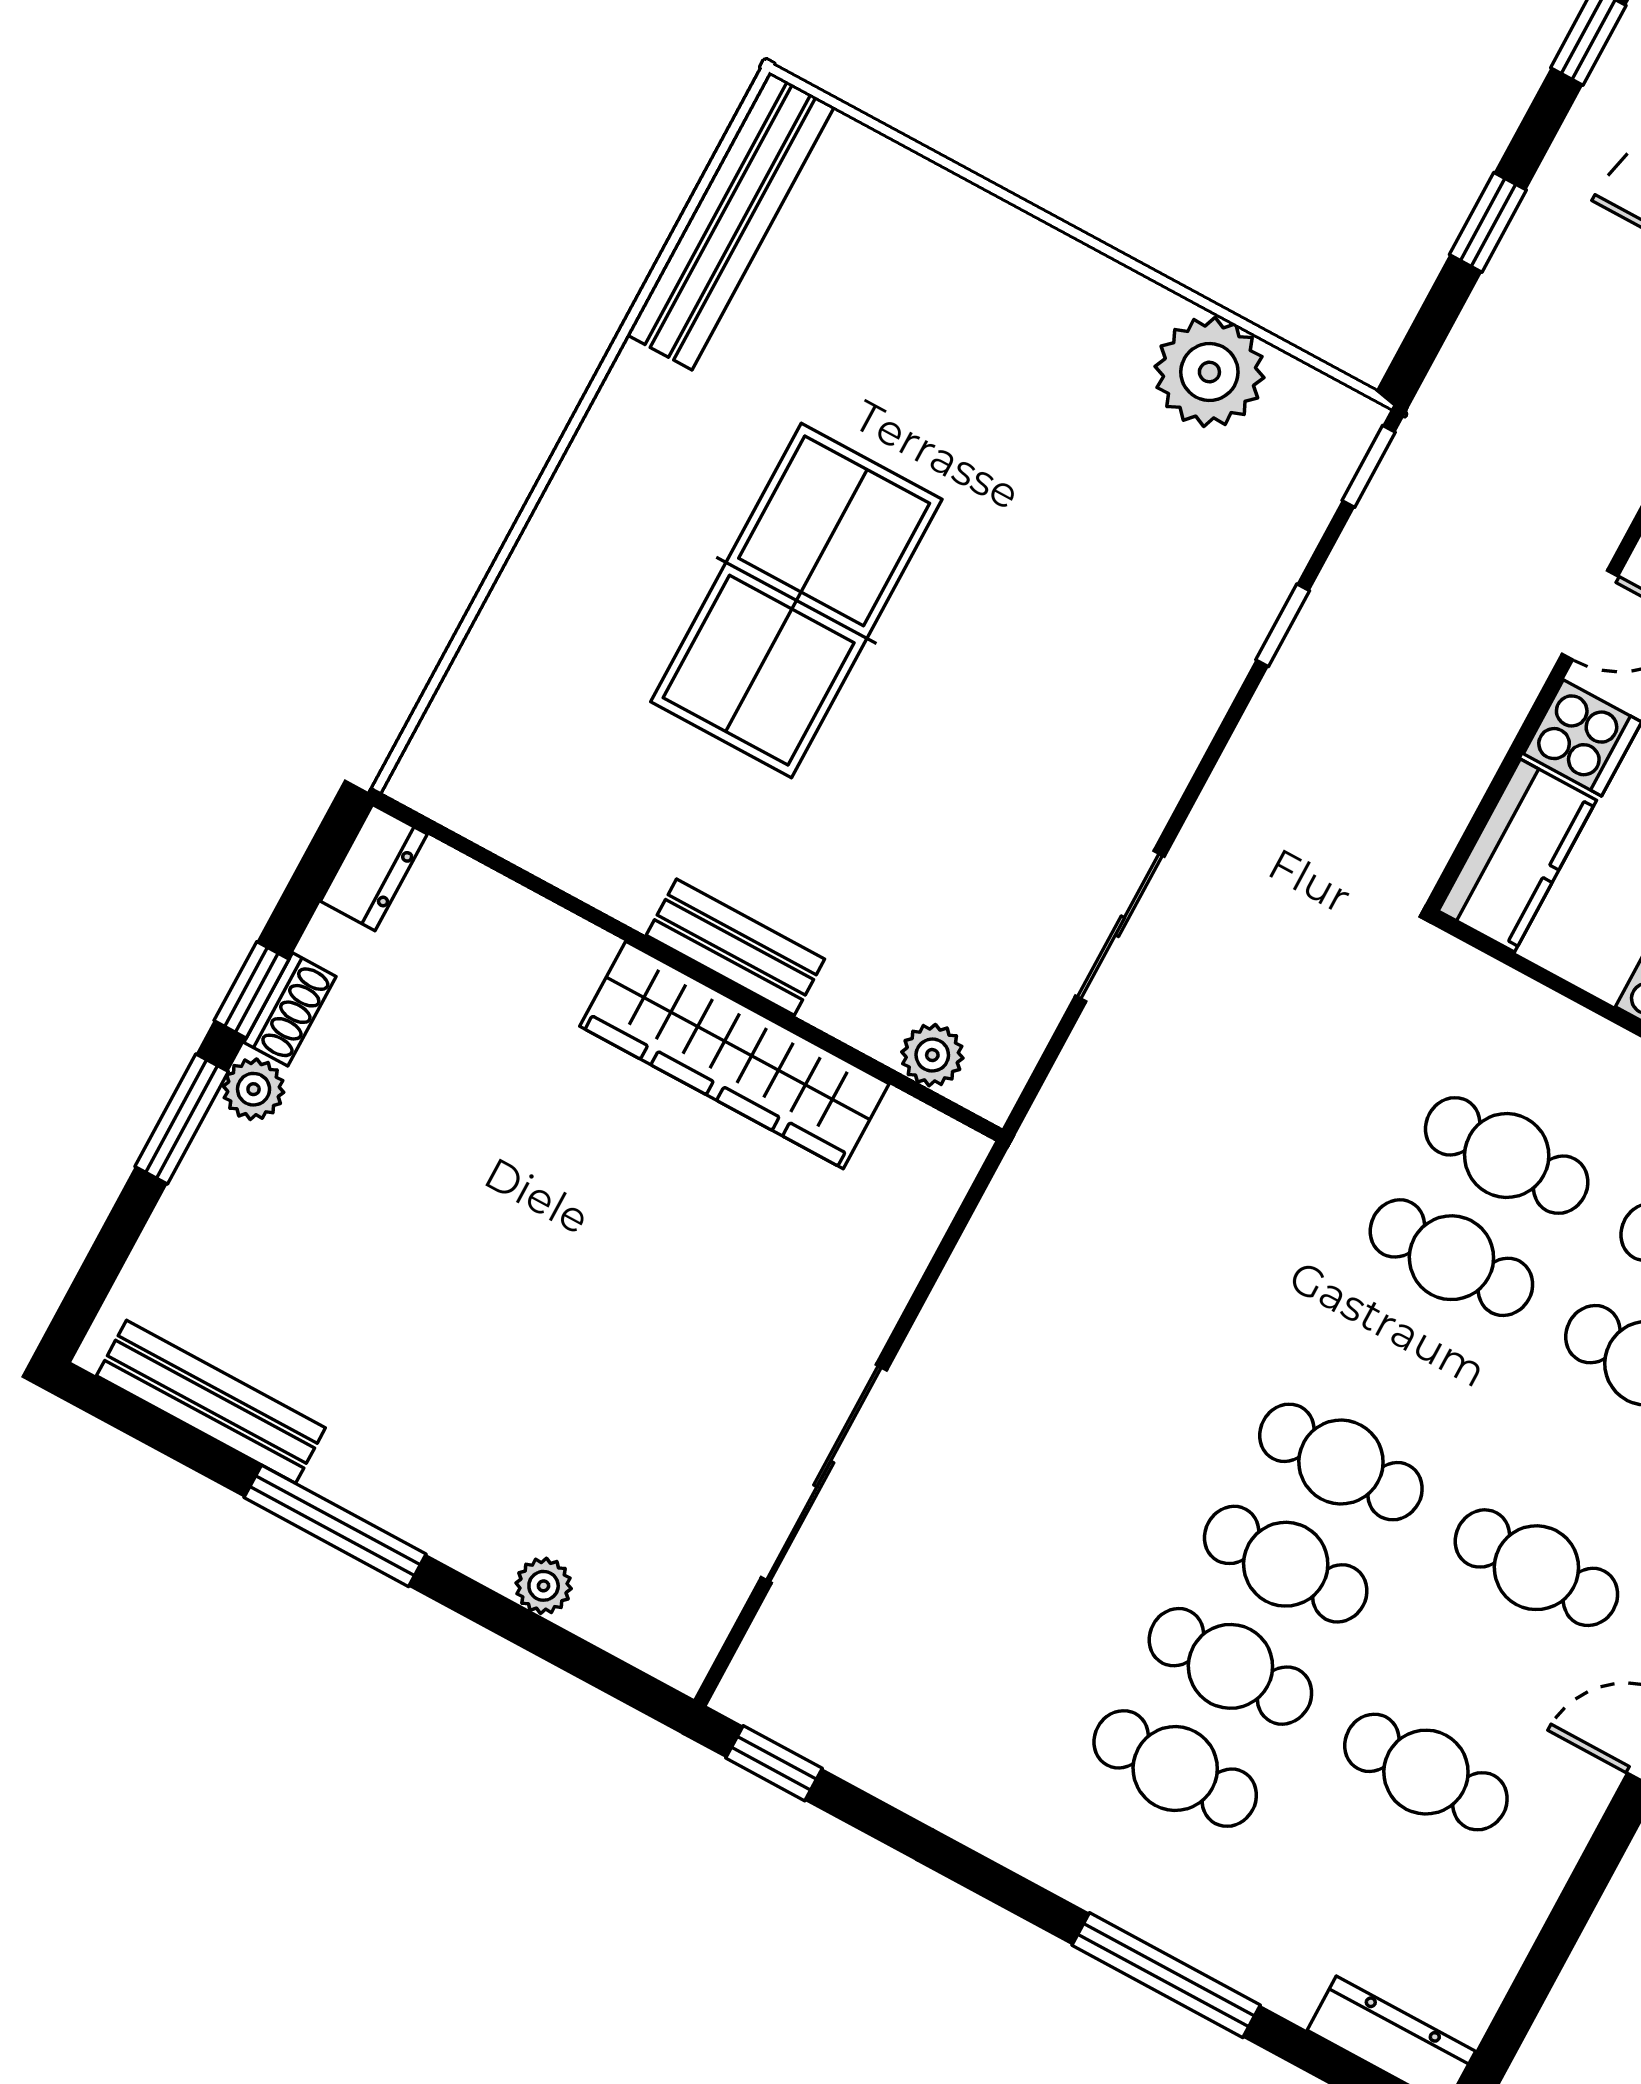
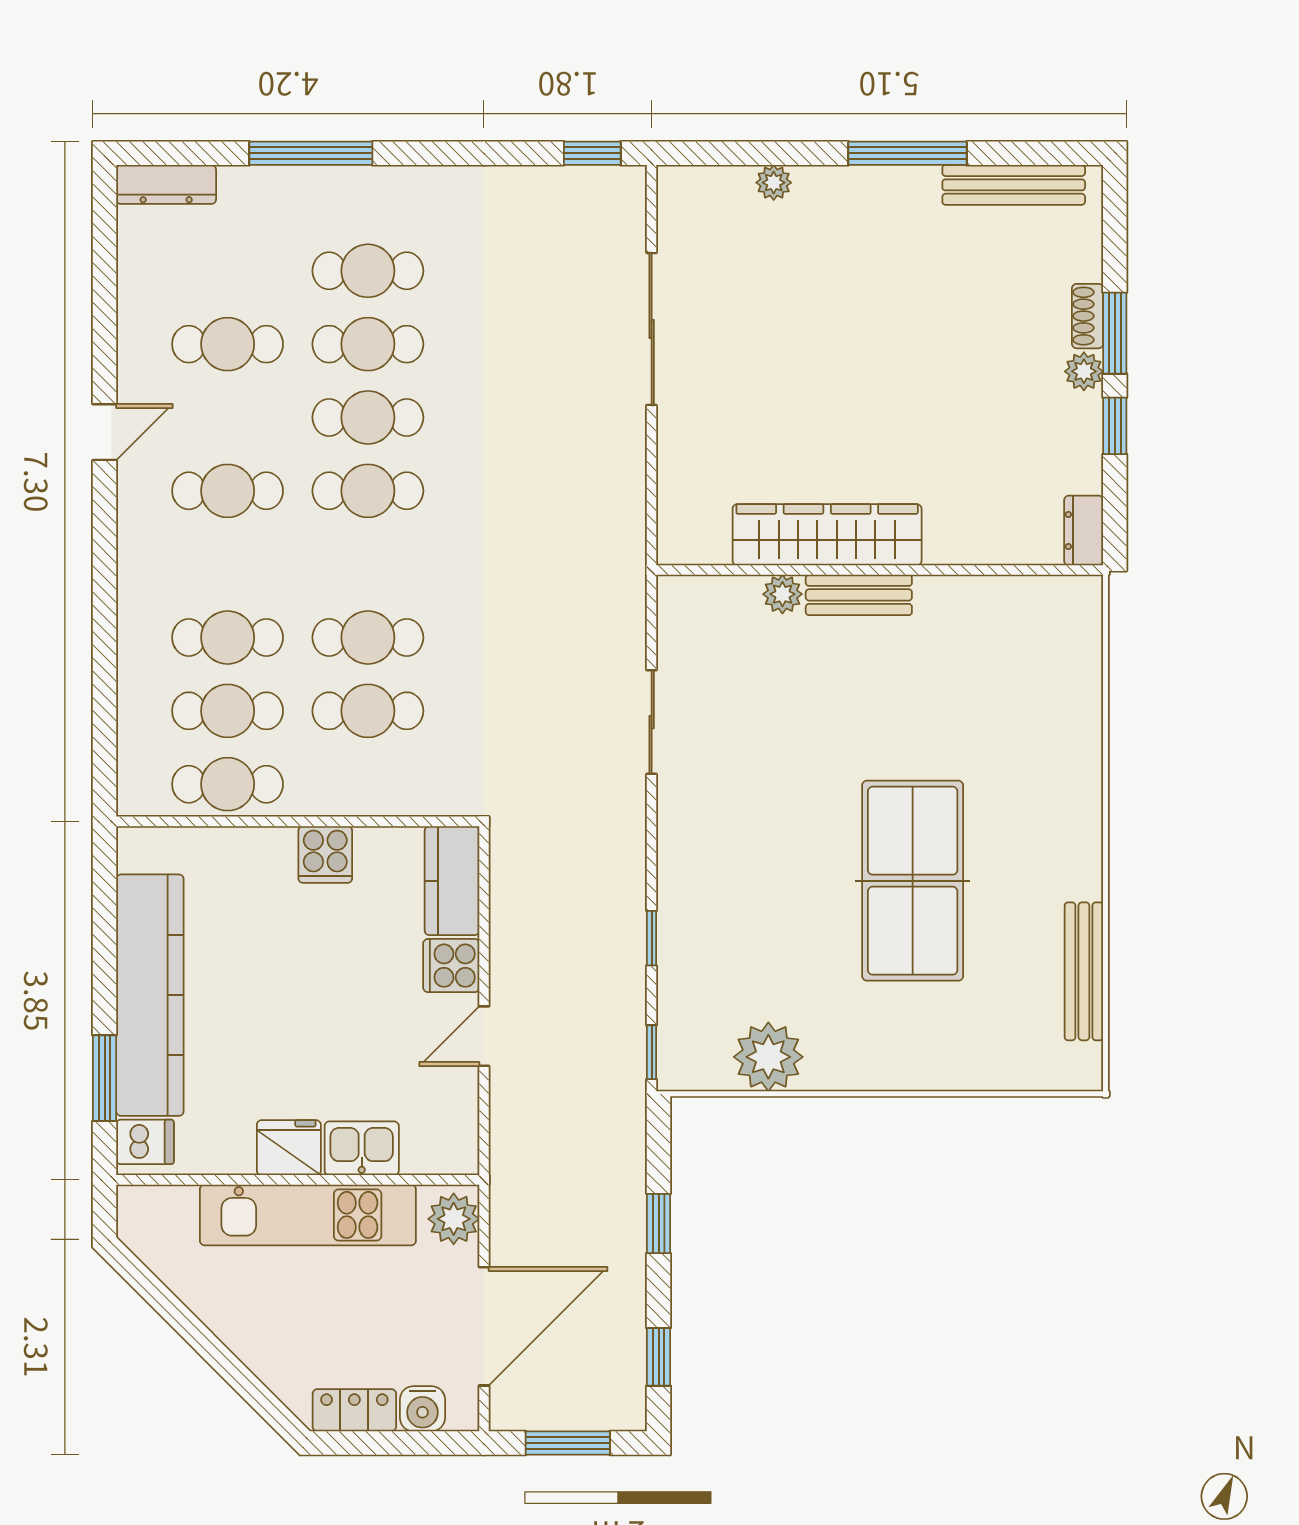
bench: (730, 221) -> (1084, 971), width x0.73, depth x0.82
table tennis table: (796, 600) -> (913, 881), moved
shoe rack: (290, 1009) -> (1088, 316), moved
plant: (932, 1055) -> (782, 594), moved

